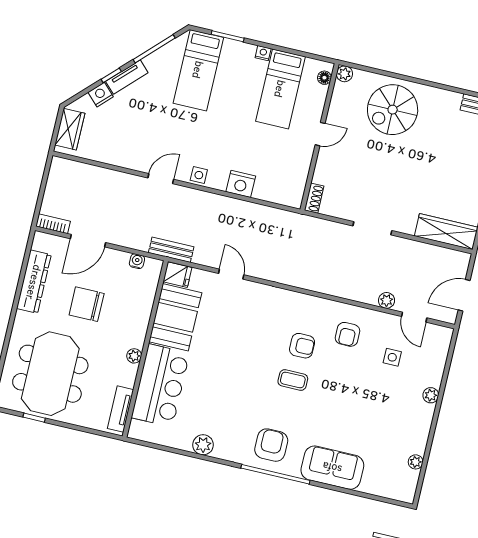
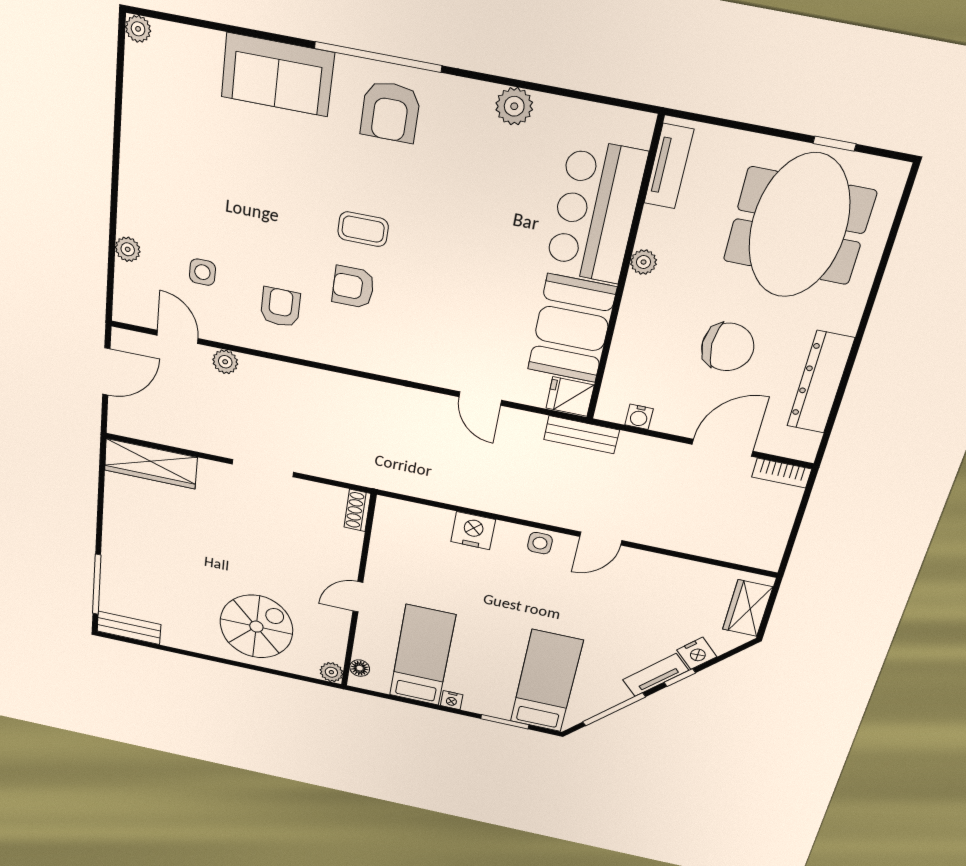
plant: (431, 395) -> (128, 249), moved
plant: (416, 462) -> (138, 29), moved

